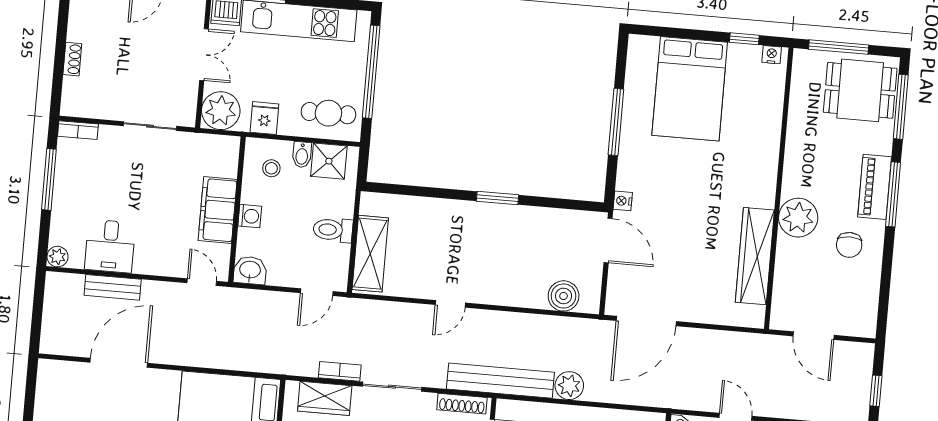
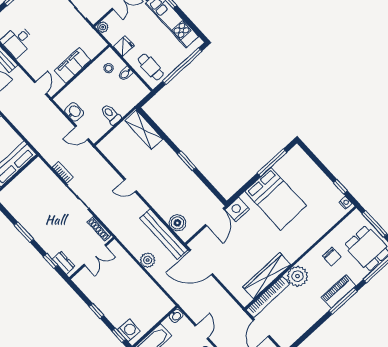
bed: (690, 89) -> (276, 199), moved, turned -90
plant: (221, 111) -> (103, 27), width x0.53, depth x0.53
window: (616, 122) -> (272, 163), moved
shower: (329, 161) -> (134, 86), removed
nightstand: (623, 201) -> (237, 209), width x1.89, depth x1.79
washing machine: (250, 216) -> (83, 79), removed
chair: (849, 245) -> (332, 257), moved, turned -90
shelving: (370, 254) -> (144, 130), moved, turned 90
washbasin: (250, 270) -> (74, 112), moved
bookcase: (783, 284) -> (268, 297), added
bench: (500, 381) -> (164, 234), moved
wardrobe: (325, 398) -> (47, 177), removed

